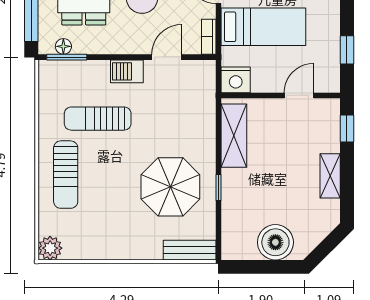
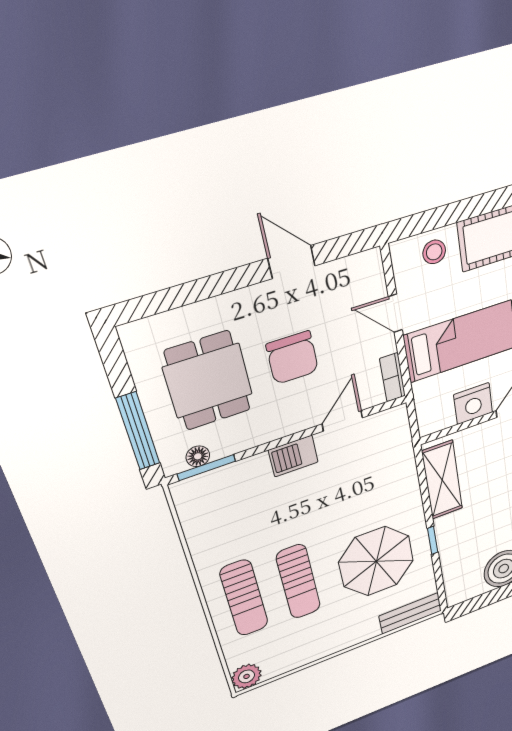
nightstand: (236, 80) -> (473, 404), moved
sun lounger: (98, 119) -> (298, 582), moved, turned -90

